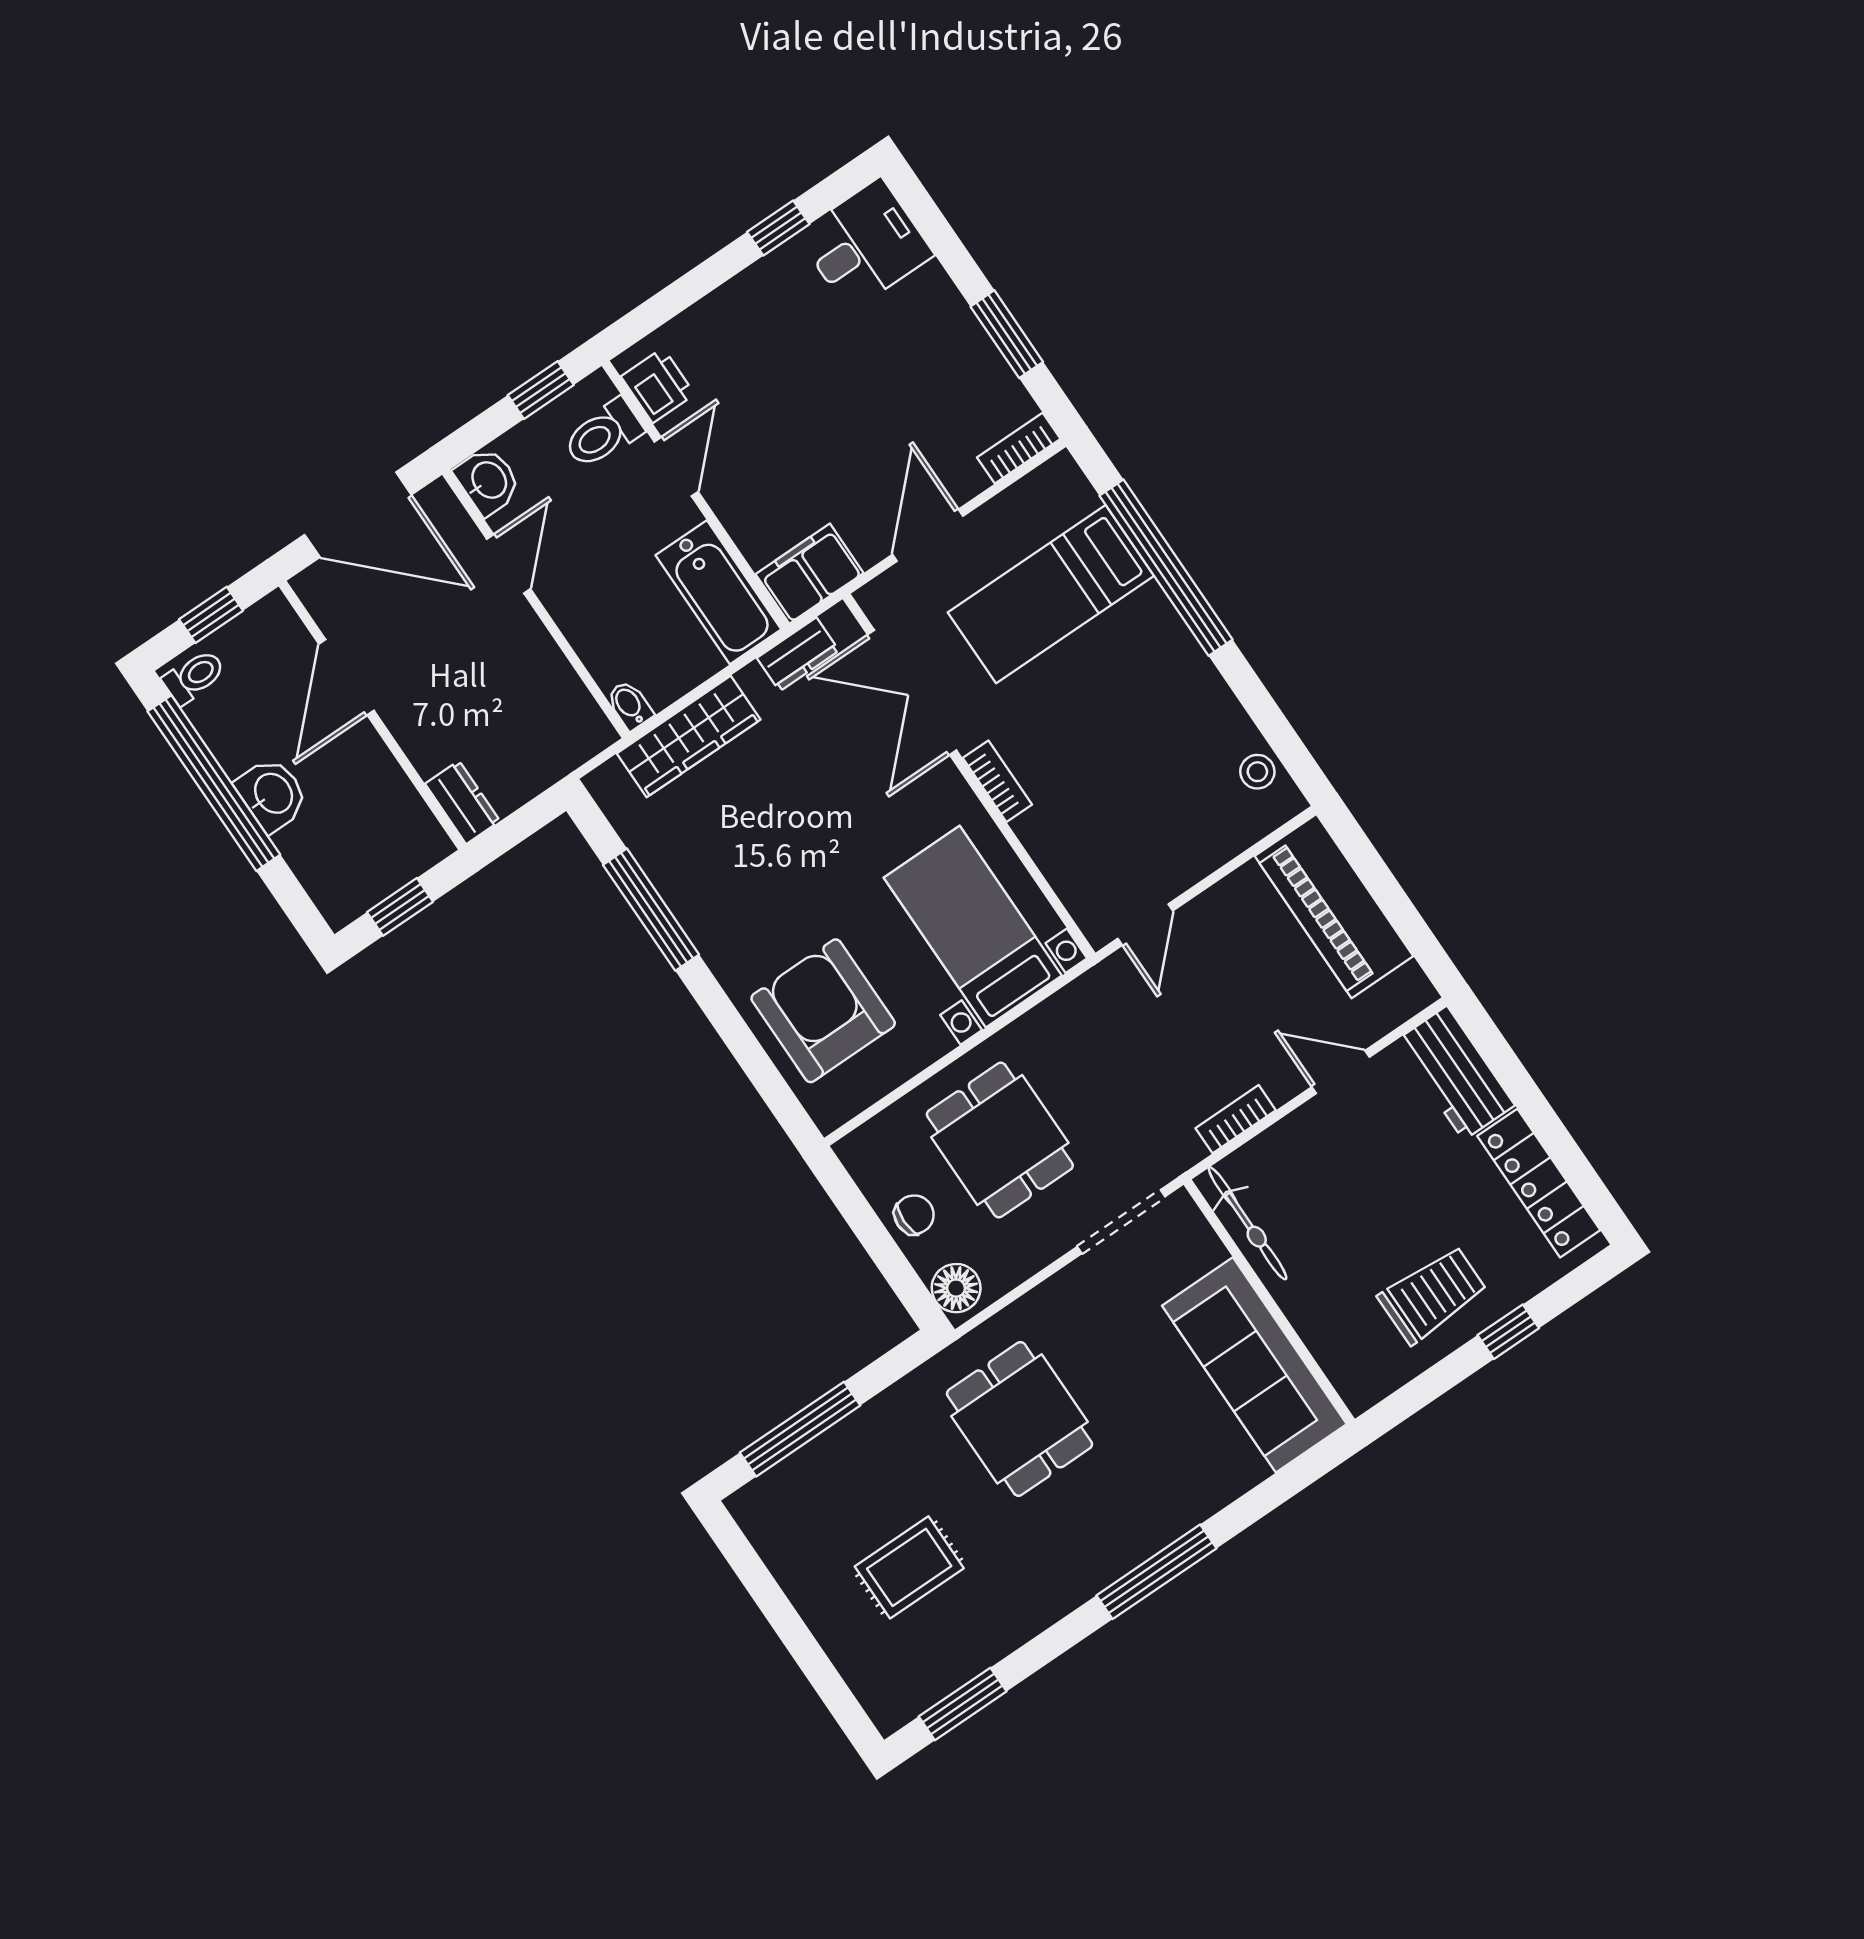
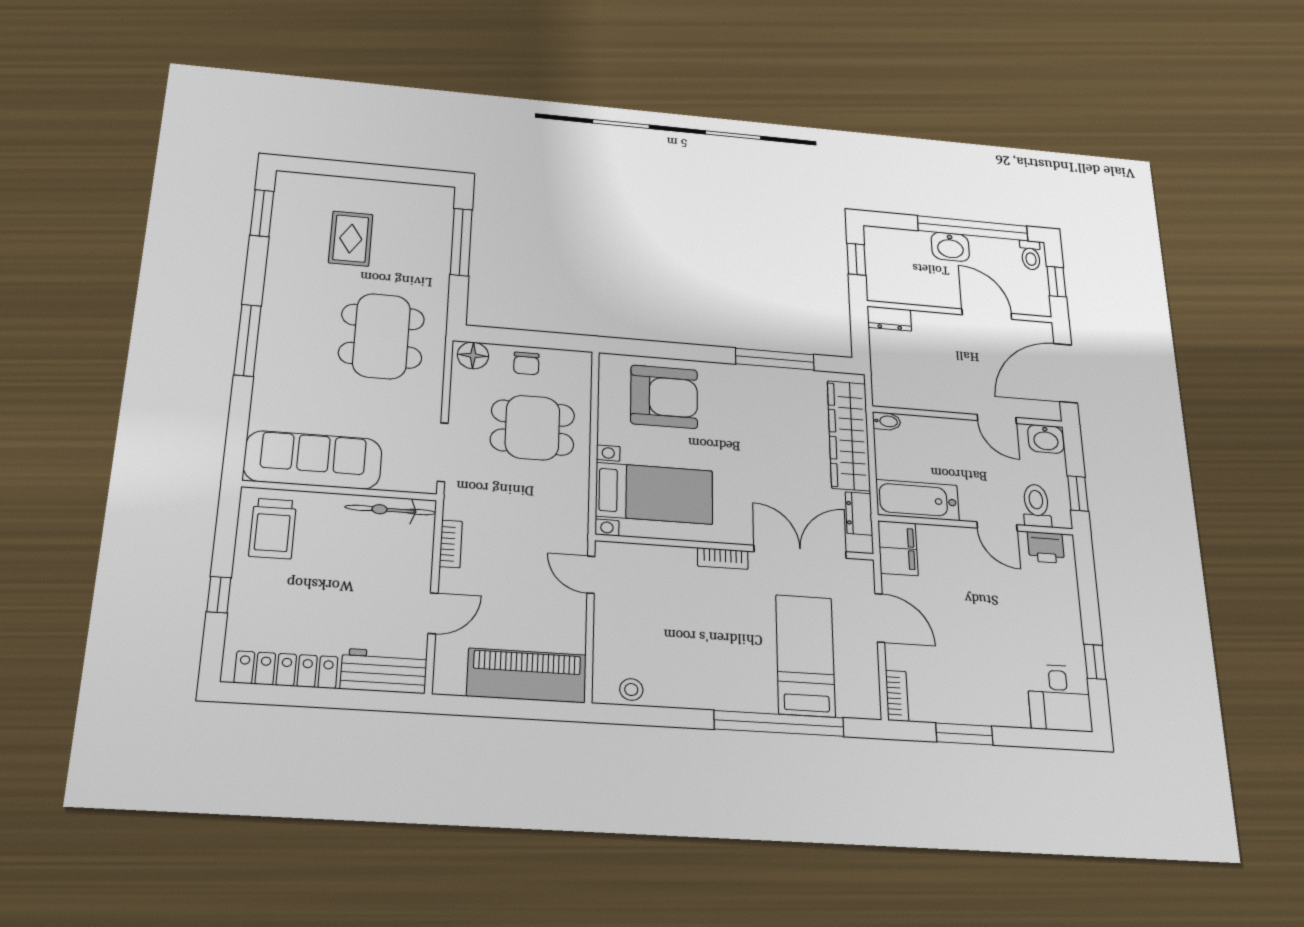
wardrobe: (689, 737) -> (849, 435), width x1.40, depth x1.17
trolley: (1433, 1295) -> (273, 528), moved
dining table: (1019, 1419) -> (382, 336), width x1.38

